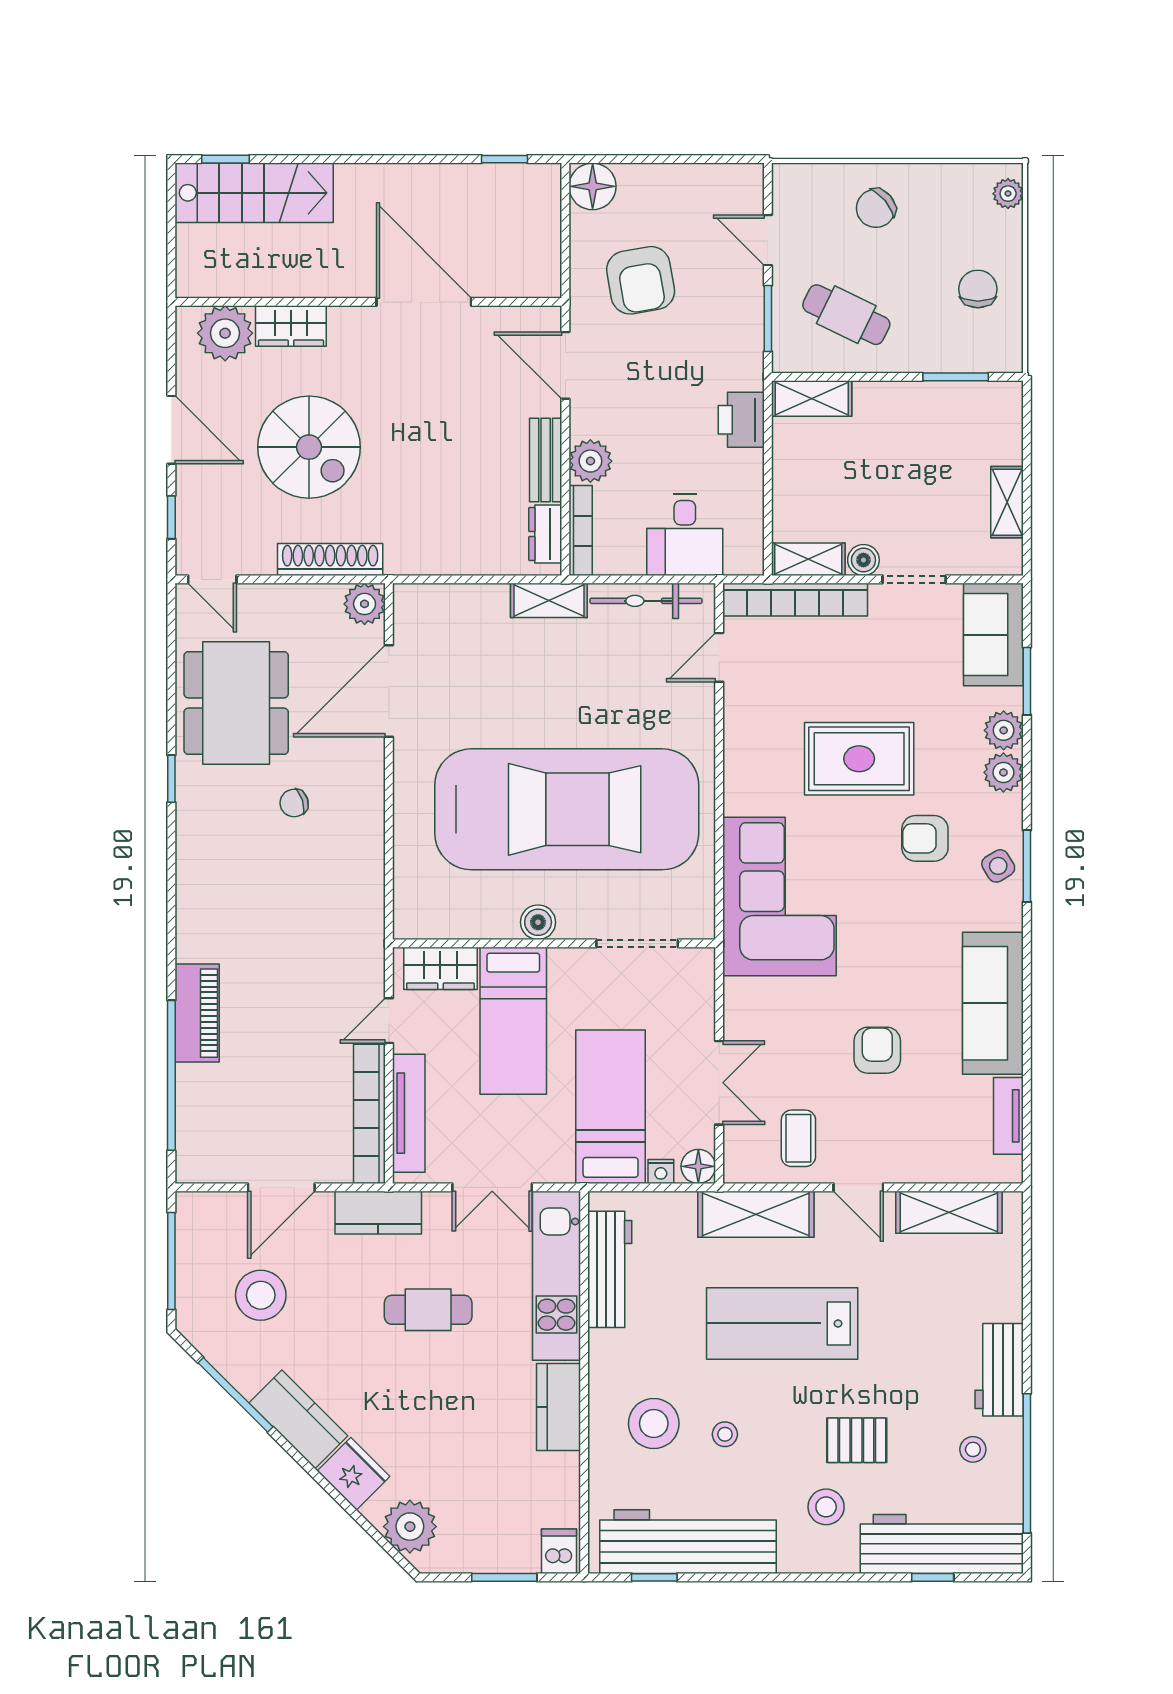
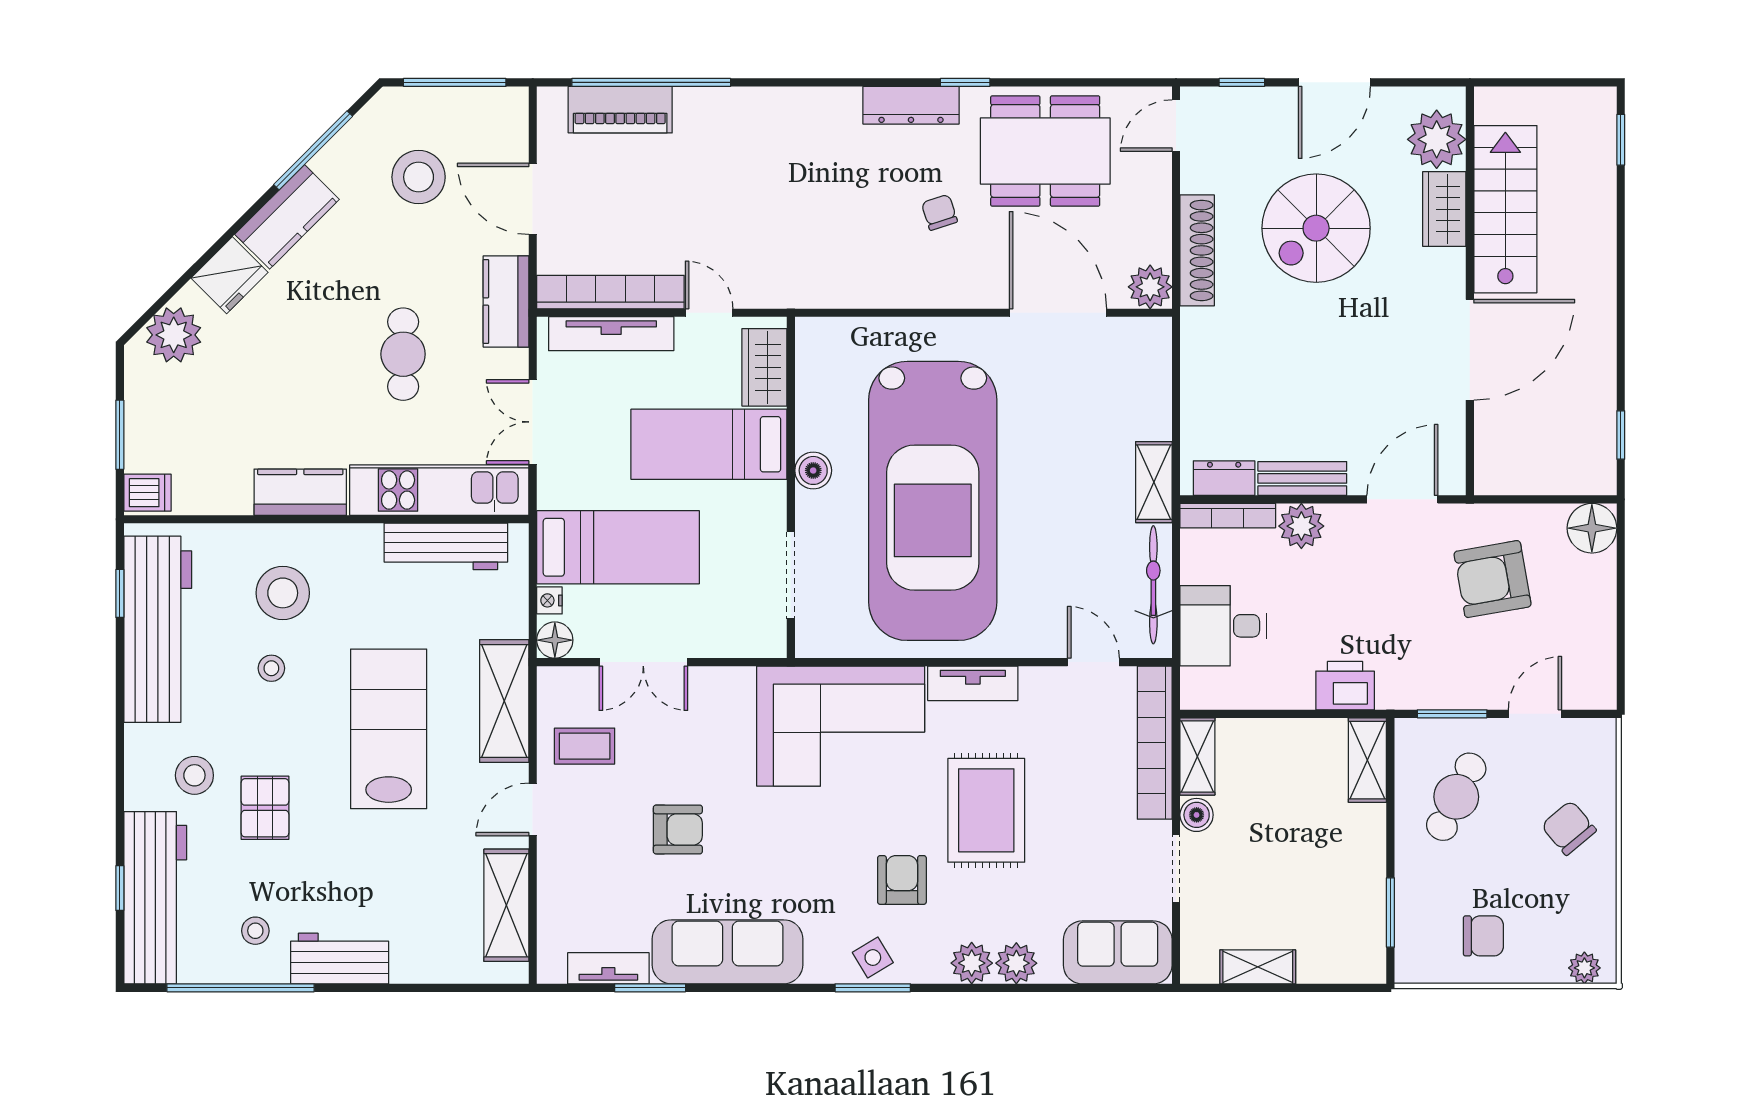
stairs: (254, 193) -> (1505, 209), moved, turned 180
window: (1027, 681) -> (650, 988), moved
tv unit: (739, 771) -> (973, 683), added
dresser: (193, 830) -> (911, 105), added
piano: (197, 1013) -> (620, 110), moved

